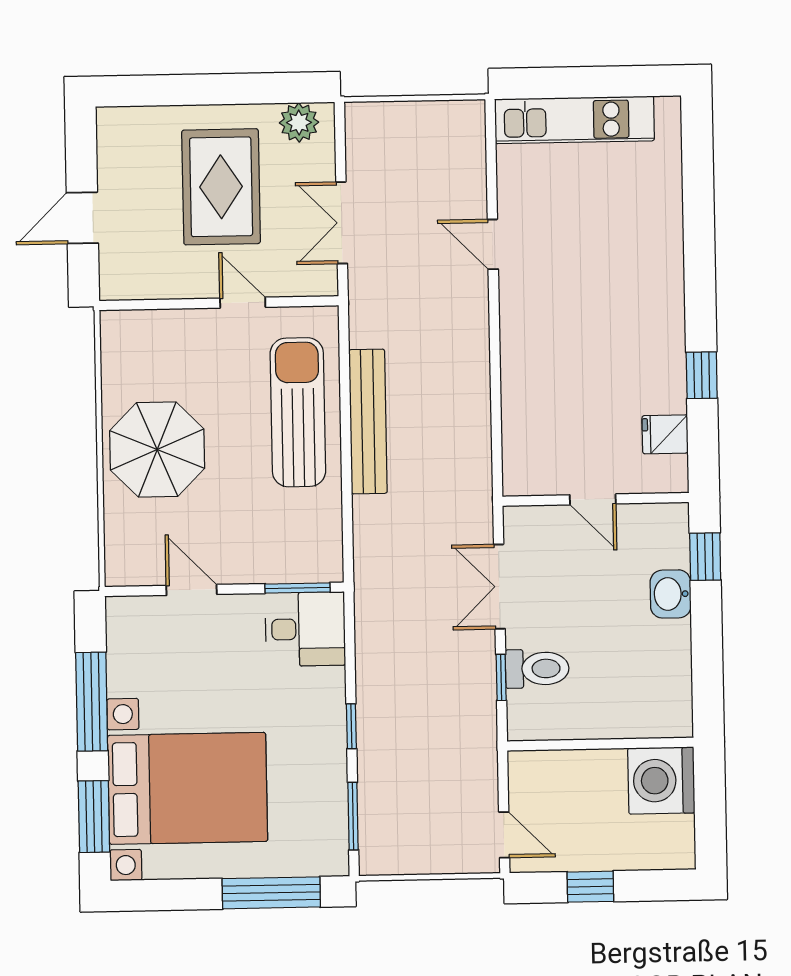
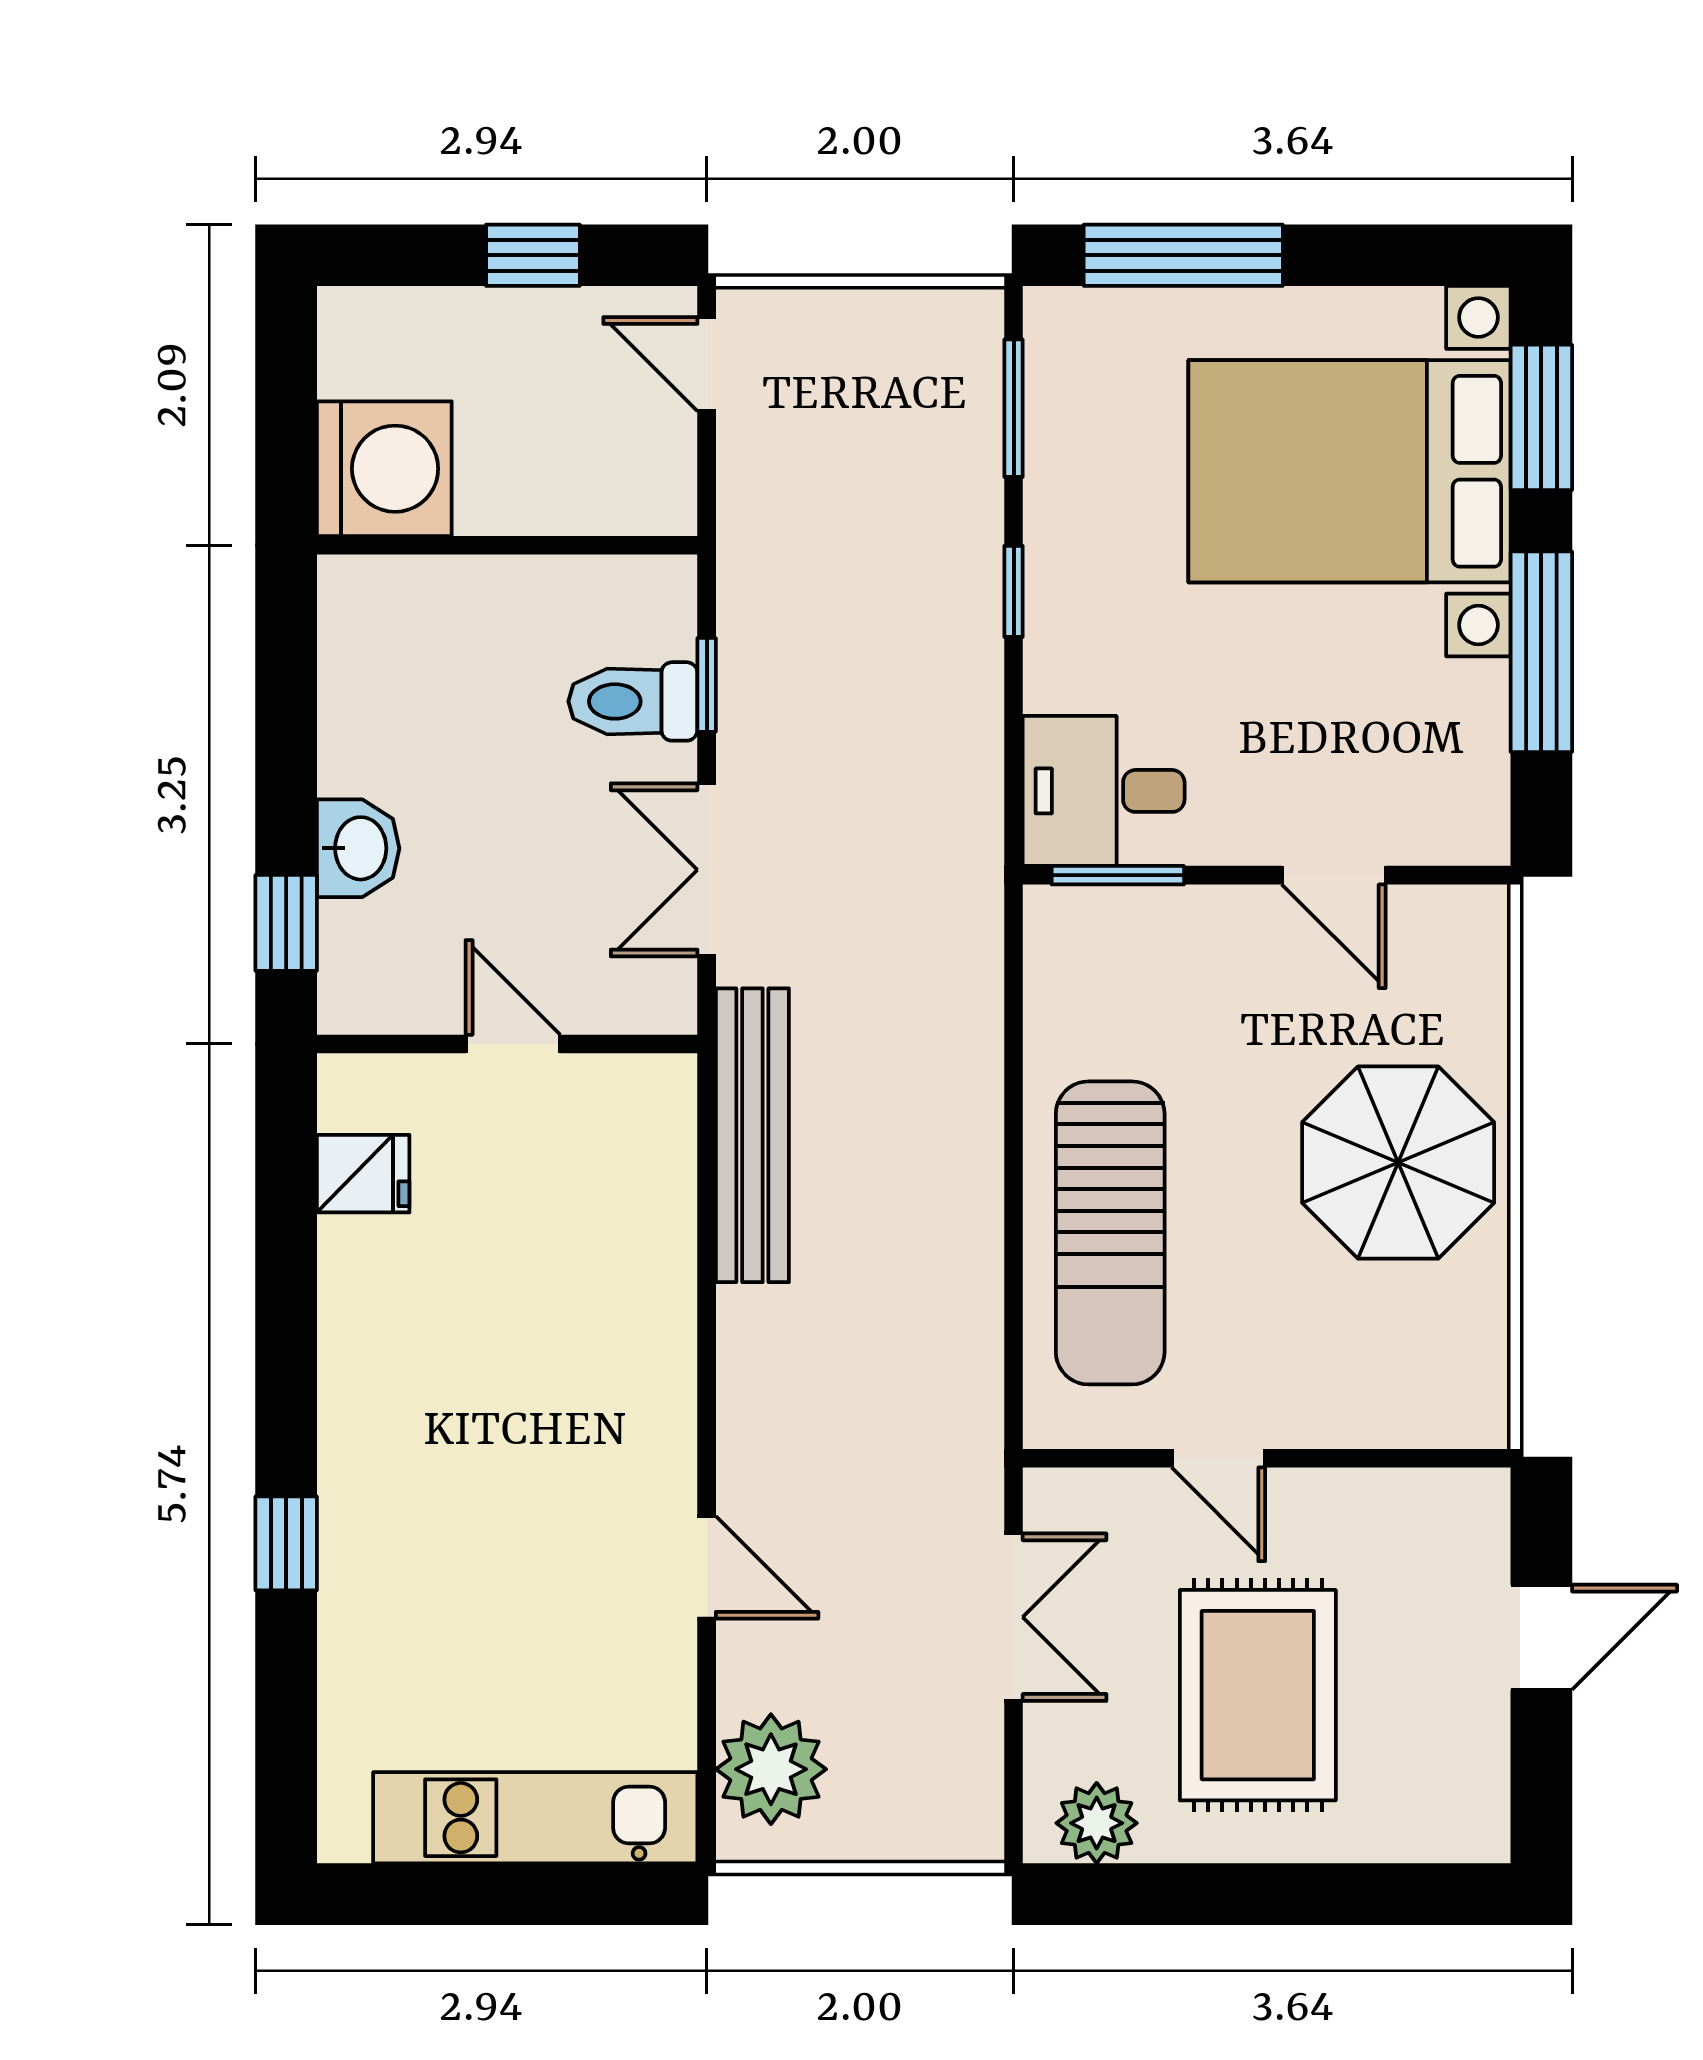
plant: (459, 146) -> (771, 1769), added
window: (702, 375) -> (286, 1543), moved
bench: (368, 421) -> (752, 1135), moved
double door: (499, 587) -> (707, 870), swing flipped

